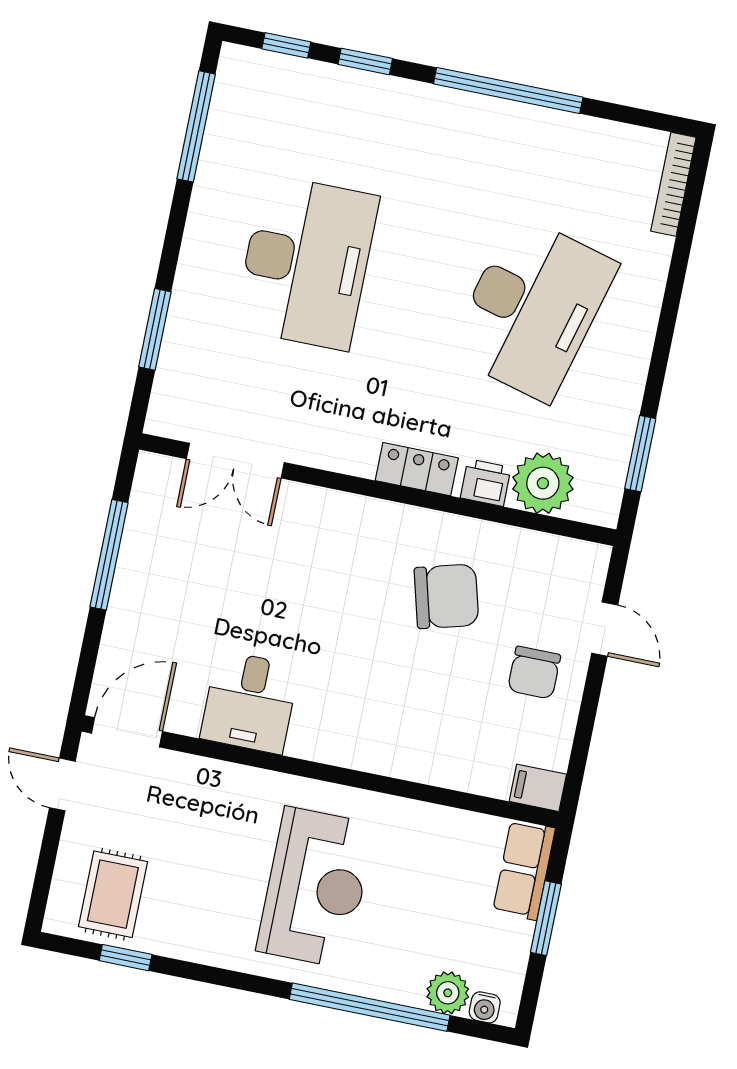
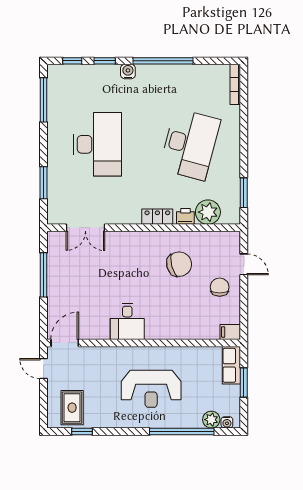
water cooler: (417, 99) -> (128, 72), added
chair: (534, 673) -> (220, 287), turned 180
desk: (250, 702) -> (127, 321), moved
reception desk: (316, 887) -> (151, 389), turned 90

